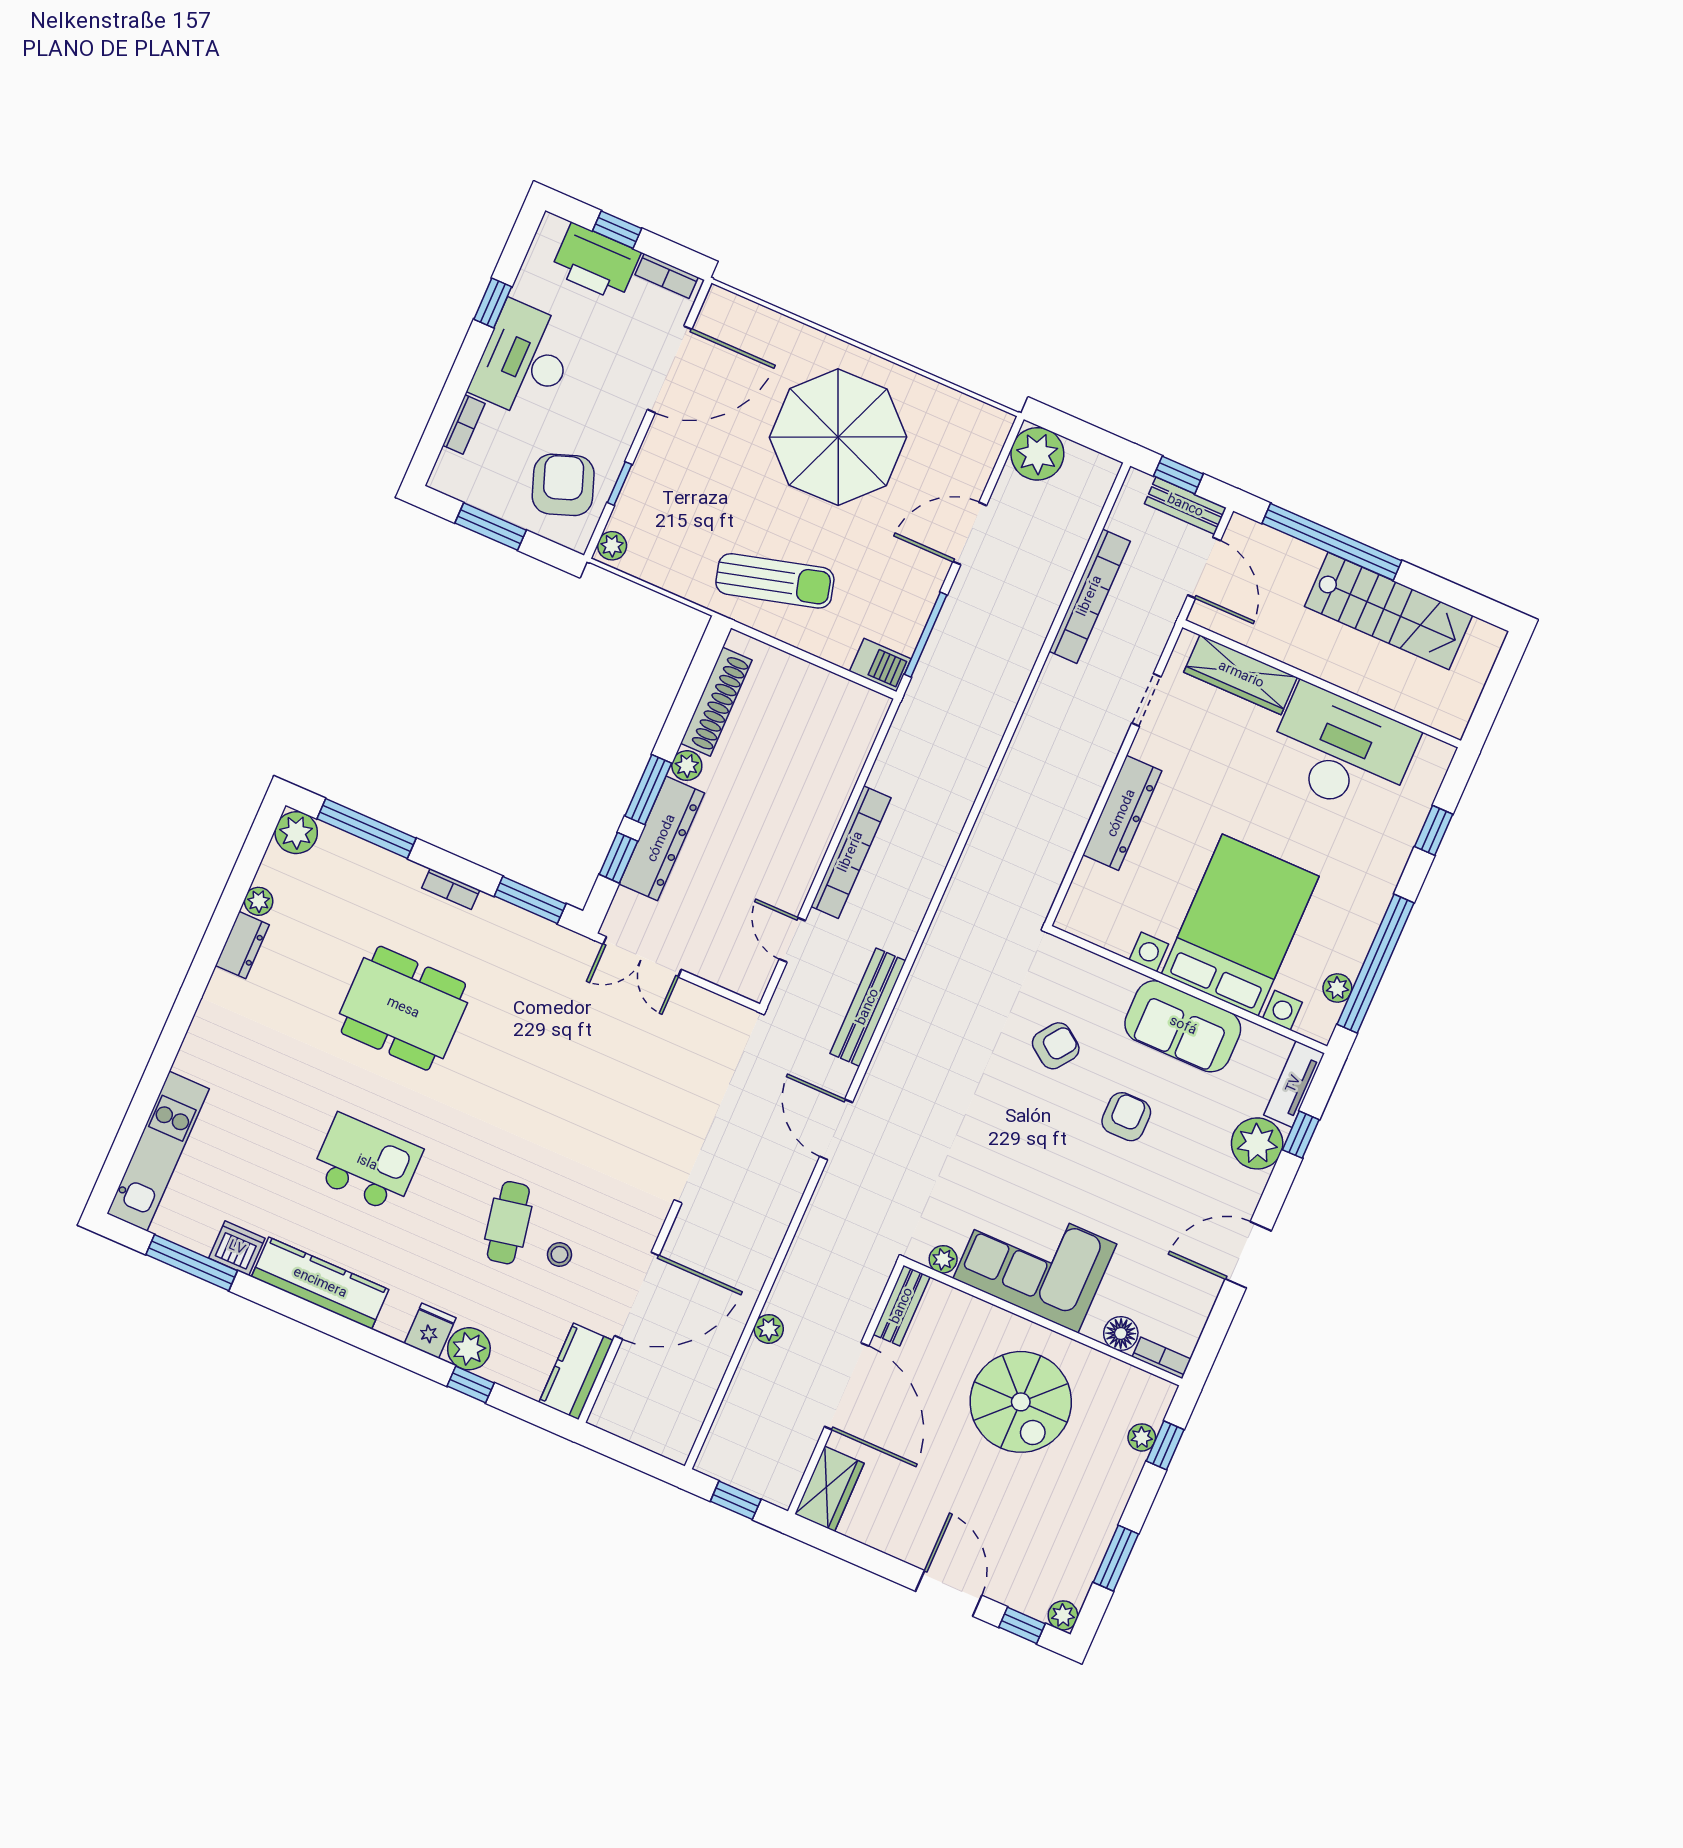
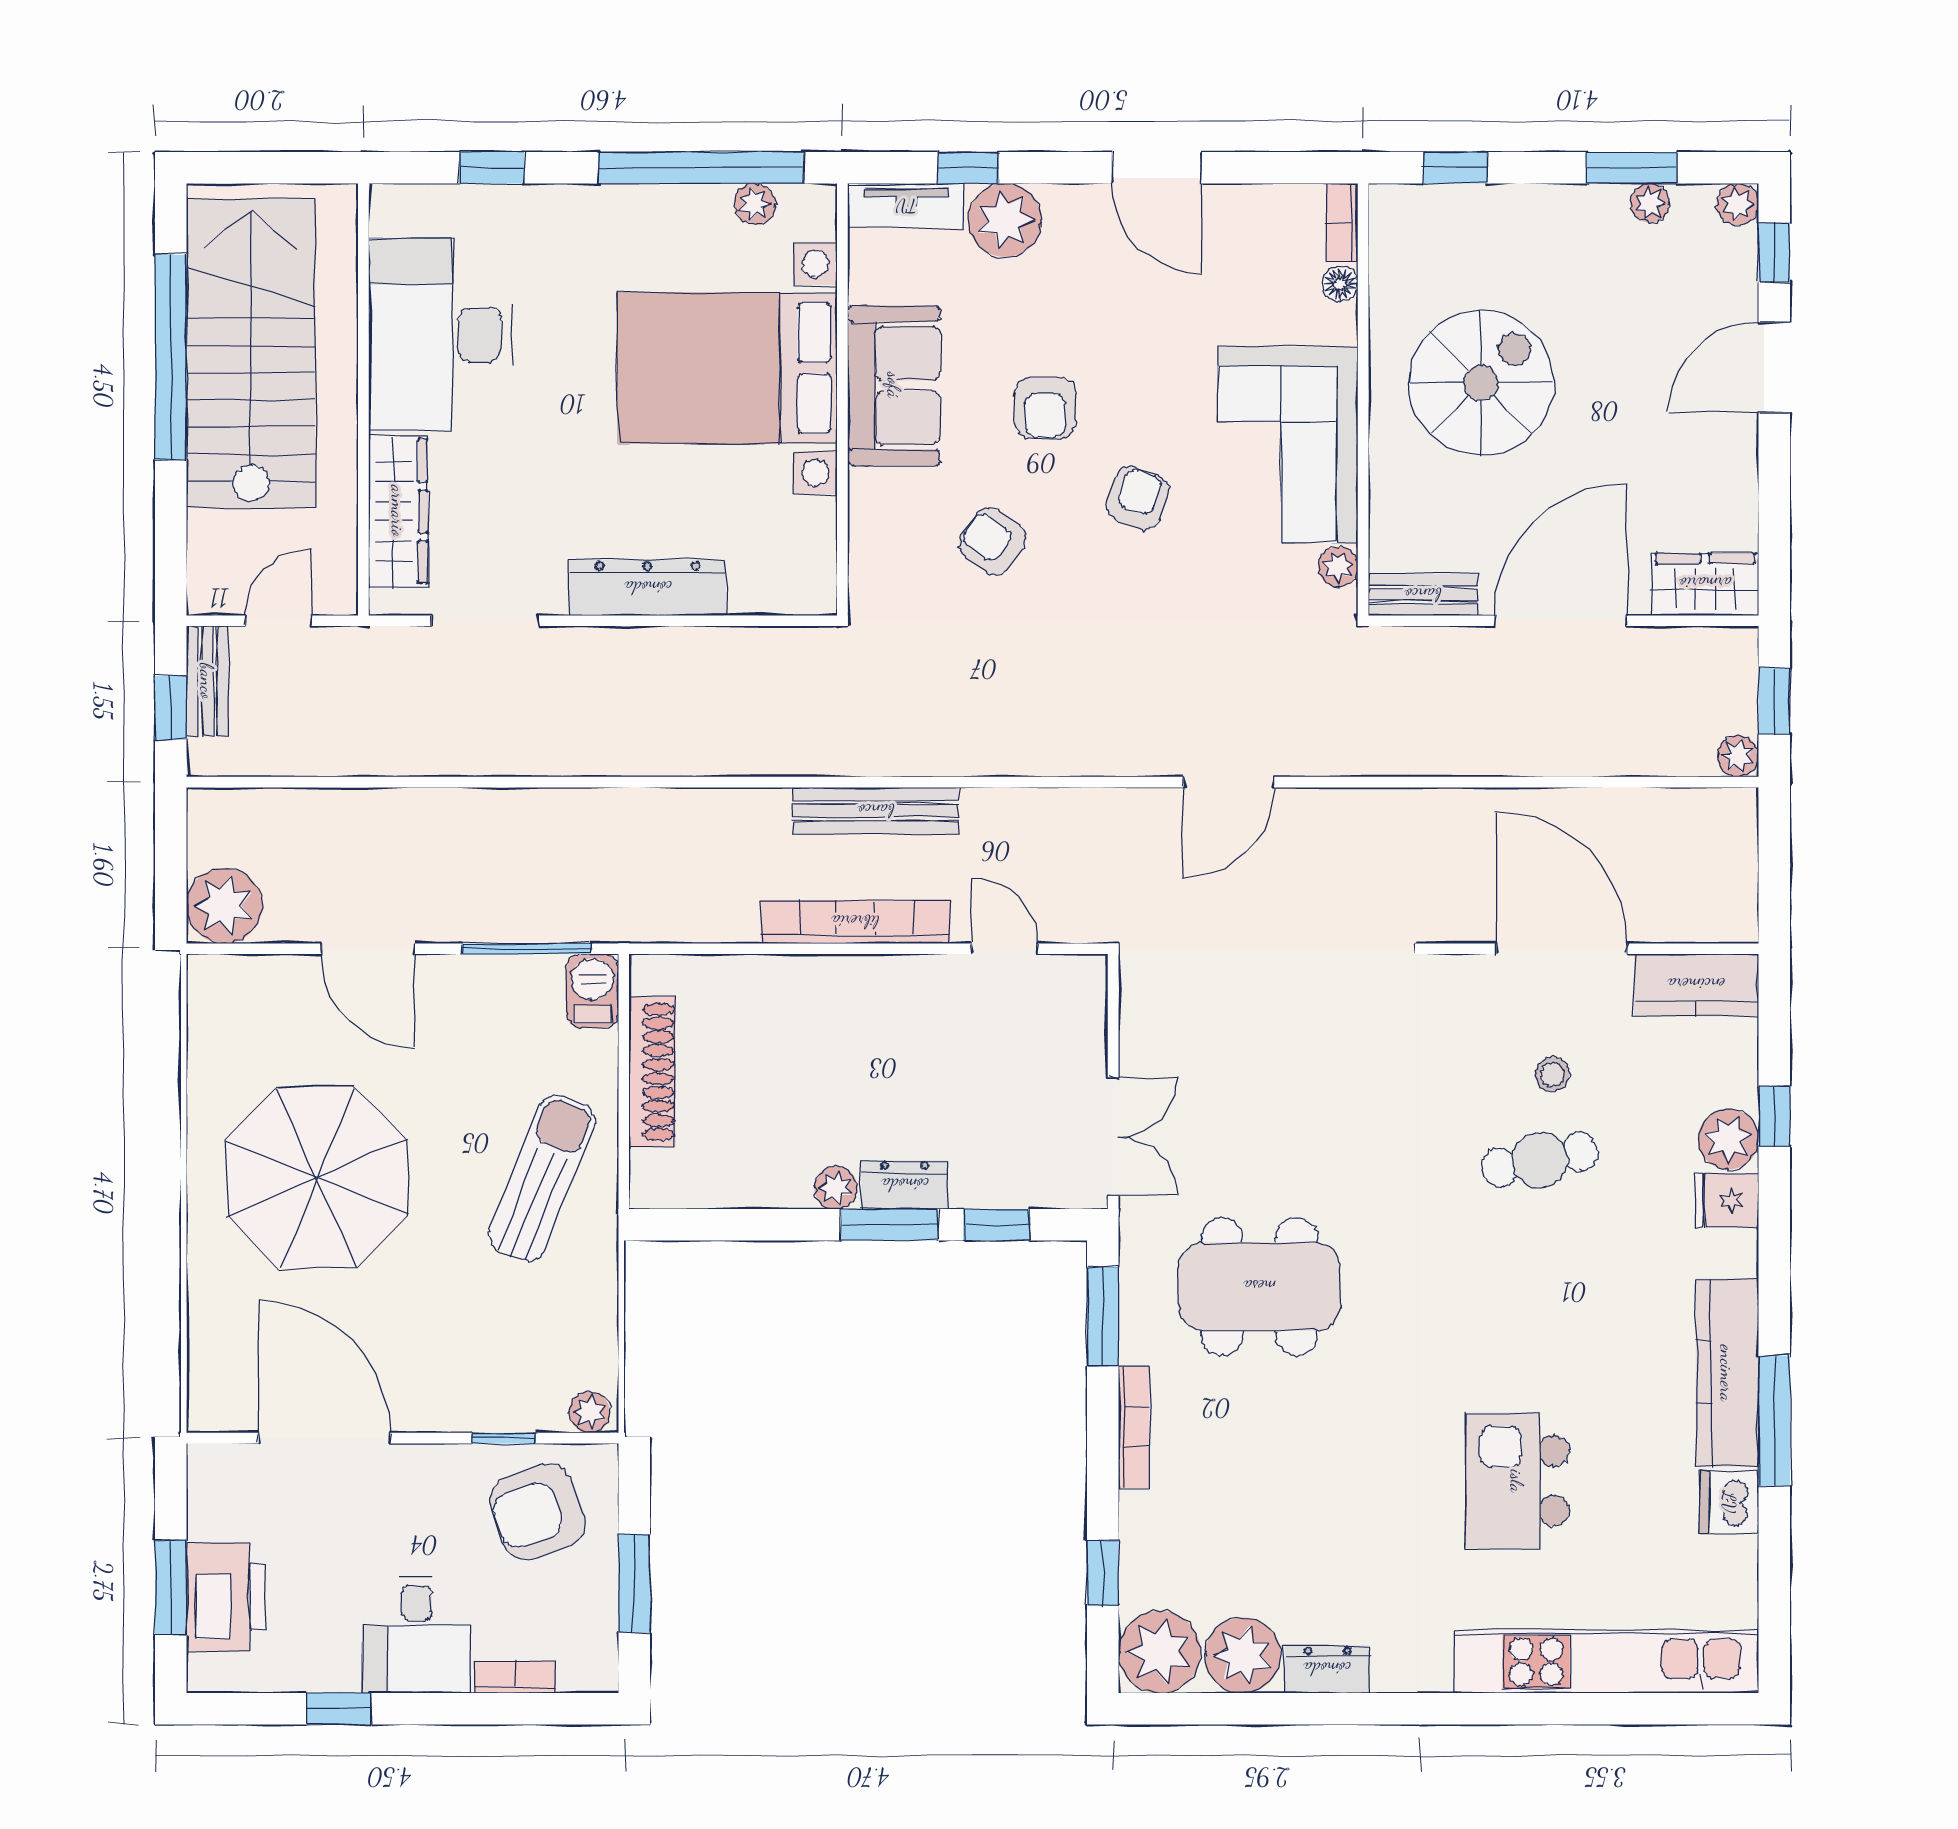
window: (617, 230) -> (171, 1587), width x1.50
bookcase: (667, 276) -> (203, 1496), removed
desk: (524, 360) -> (417, 1635), width x0.73
window: (1332, 542) -> (171, 358), moved
door: (1204, 568) -> (278, 621), width x0.73
sun lounger: (775, 581) -> (542, 1178), turned 37
bookcase: (1090, 596) -> (382, 755), removed
stairs: (1389, 611) -> (251, 353), width x1.36, depth x1.51
doorway: (1146, 700) -> (485, 621), width x1.38
shoe rack: (716, 702) -> (652, 1072), moved, turned 90
window: (366, 829) -> (1103, 1573), width x0.46
plant: (296, 833) -> (1160, 1652), width x1.36, depth x1.36
dresser: (662, 838) -> (905, 1185), width x0.51, depth x0.80
bookcase: (451, 889) -> (1134, 1427), width x1.56
plant: (259, 901) -> (1243, 1655), width x1.87, depth x1.87
door: (792, 940) -> (1005, 949), swing flipped
bench: (868, 1007) -> (876, 811), moved
dining table: (403, 1008) -> (1259, 1287), moved, turned 90
armchair: (1126, 1117) -> (1045, 408), turned -90
armchair: (1043, 1150) -> (1137, 498), added
kitchen unit: (158, 1151) -> (1606, 1662), width x1.36
kitchen island: (367, 1163) -> (1517, 1481), moved
window: (192, 1263) -> (1774, 1421), moved
plant: (769, 1329) -> (1738, 756), moved
floor lamp: (1121, 1333) -> (1340, 284), width x0.73, depth x0.73
plant: (1142, 1437) -> (1650, 203), moved

